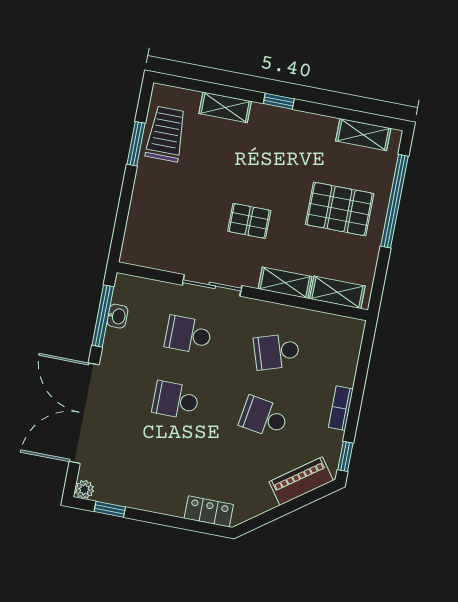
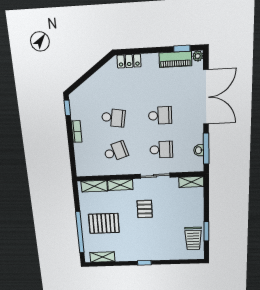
shelving: (225, 107) -> (191, 182), moved
pallet: (249, 221) -> (145, 209), turned 90
piano: (301, 481) -> (175, 59), moved, turned 36

